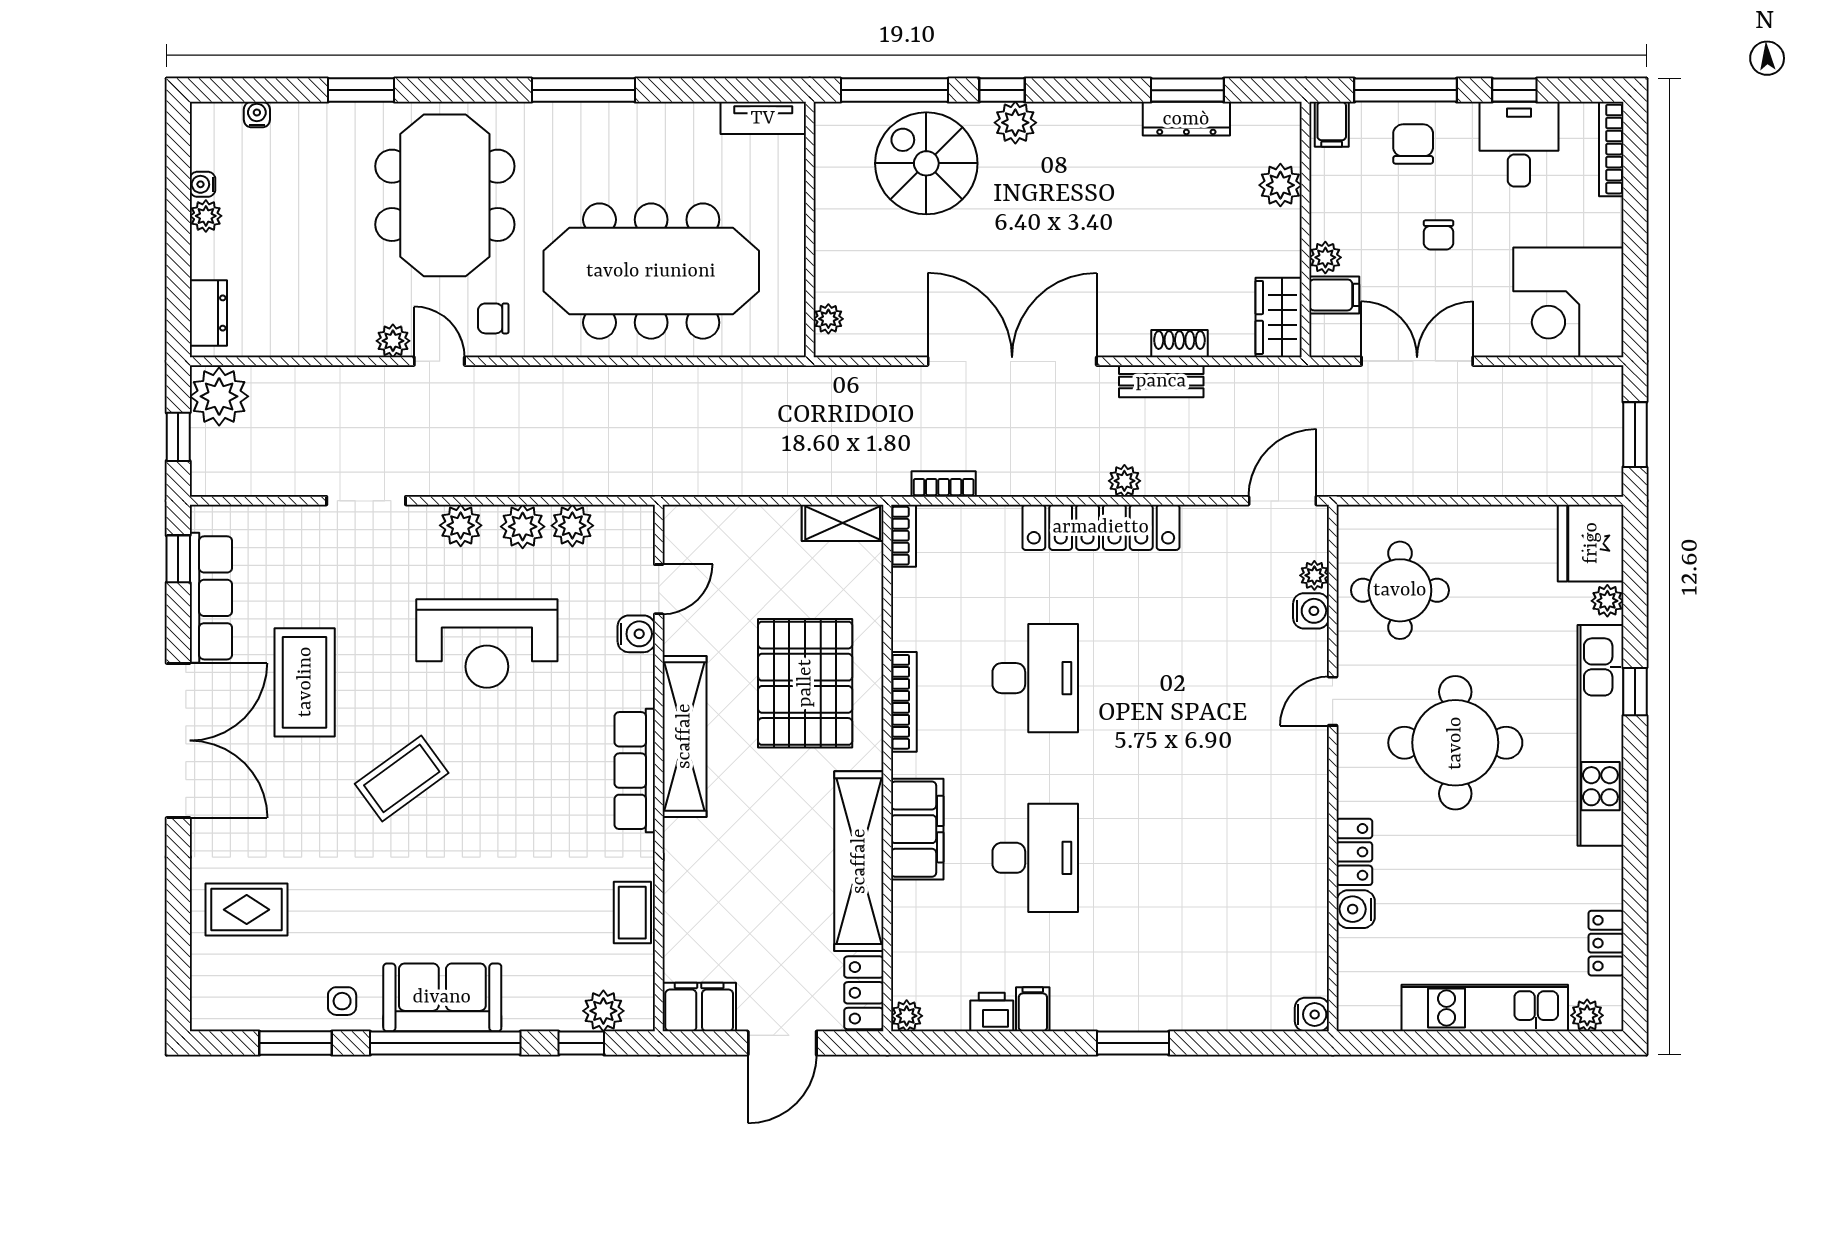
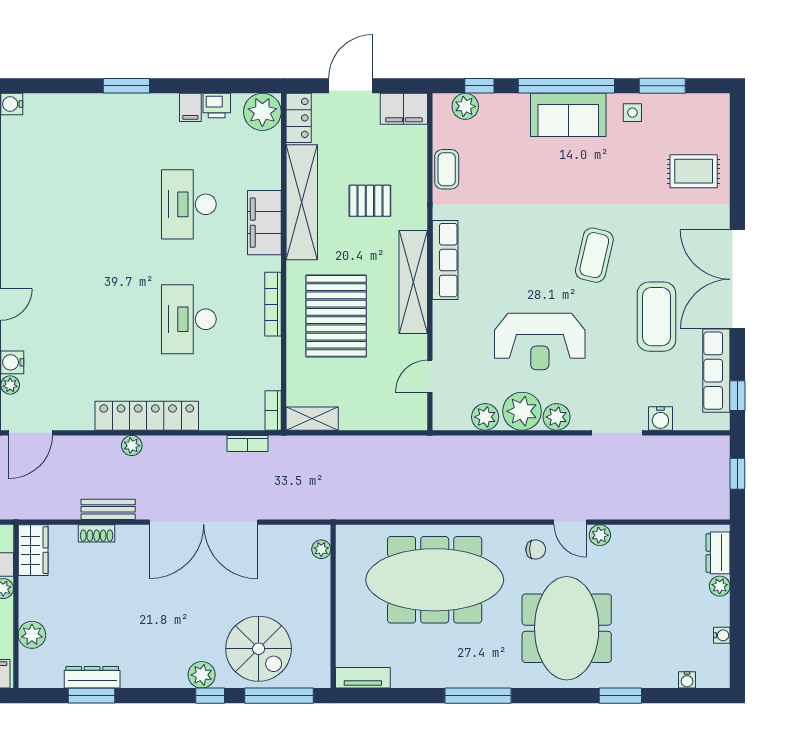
plant: (206, 216) -> (720, 586), moved
plant: (219, 396) -> (711, 500), removed
plant: (523, 527) -> (522, 411), width x1.36, depth x1.36
water cooler: (636, 634) -> (660, 419), moved, turned -90
reception desk: (487, 644) -> (540, 341), turned 180
coffee table: (402, 778) -> (594, 255), turned -41
pallet: (752, 863) -> (370, 201), added
plant: (907, 1016) -> (262, 112), width x1.88, depth x1.88

